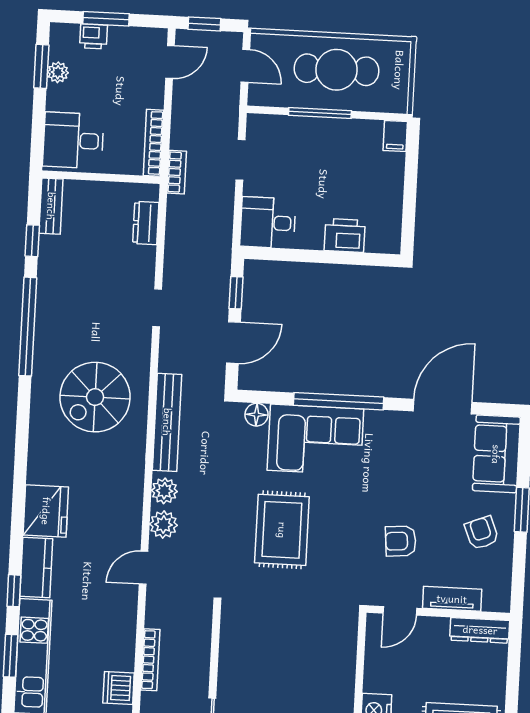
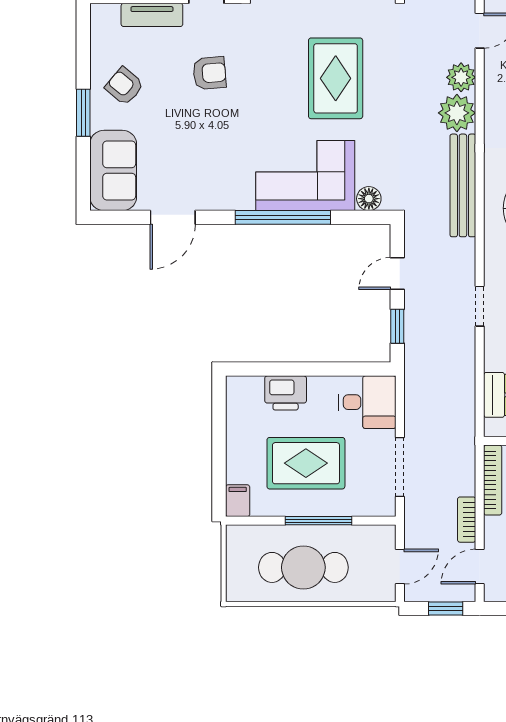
door: (245, 66) -> (400, 567), swing flipped
doorway: (240, 160) -> (400, 467), width x1.38
rug: (329, 168) -> (306, 463), added
bookcase: (177, 172) -> (467, 520), moved
door: (233, 343) -> (397, 274), width x0.73
door: (443, 407) -> (173, 217), width x0.73
plant: (164, 491) -> (457, 113), width x1.36, depth x1.36
armchair: (482, 533) -> (124, 86), turned 152

